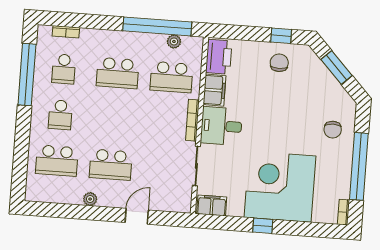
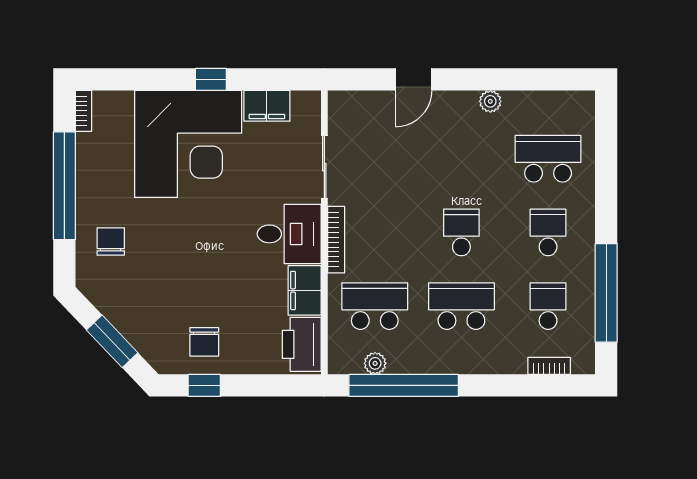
school desk: (111, 165) -> (461, 232), moved, width x0.54
filing cabinet: (212, 205) -> (267, 106), moved

